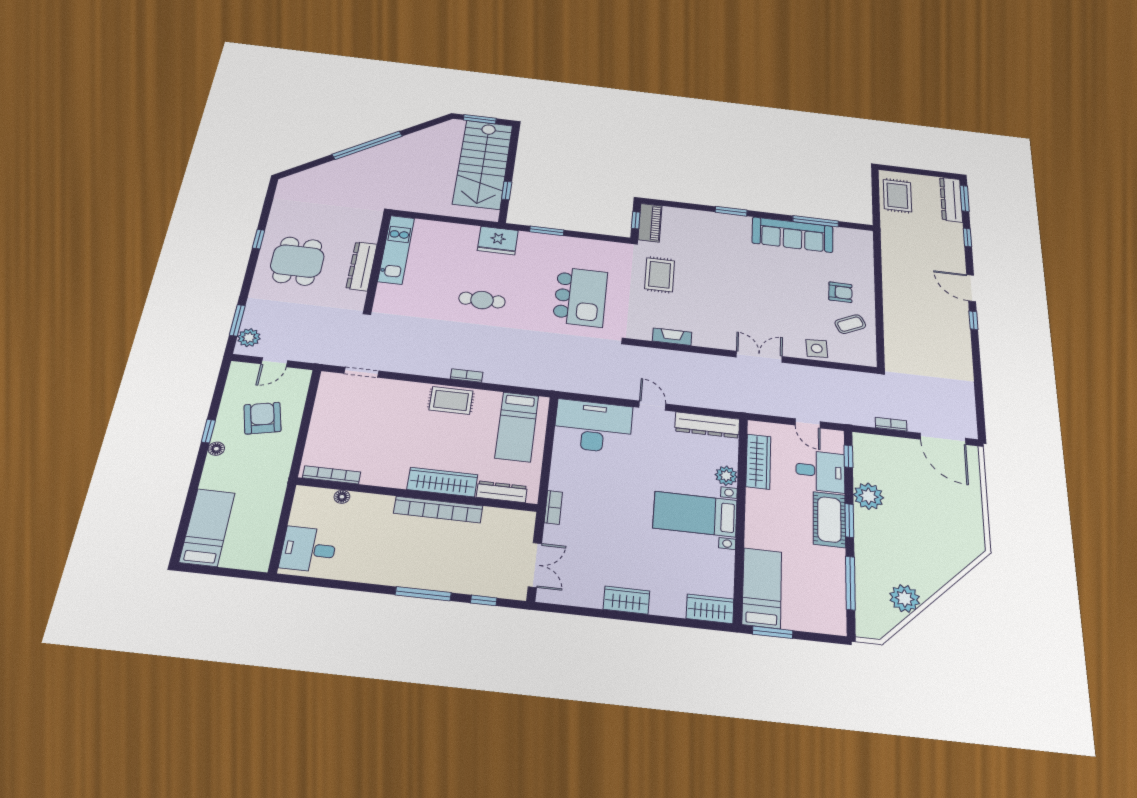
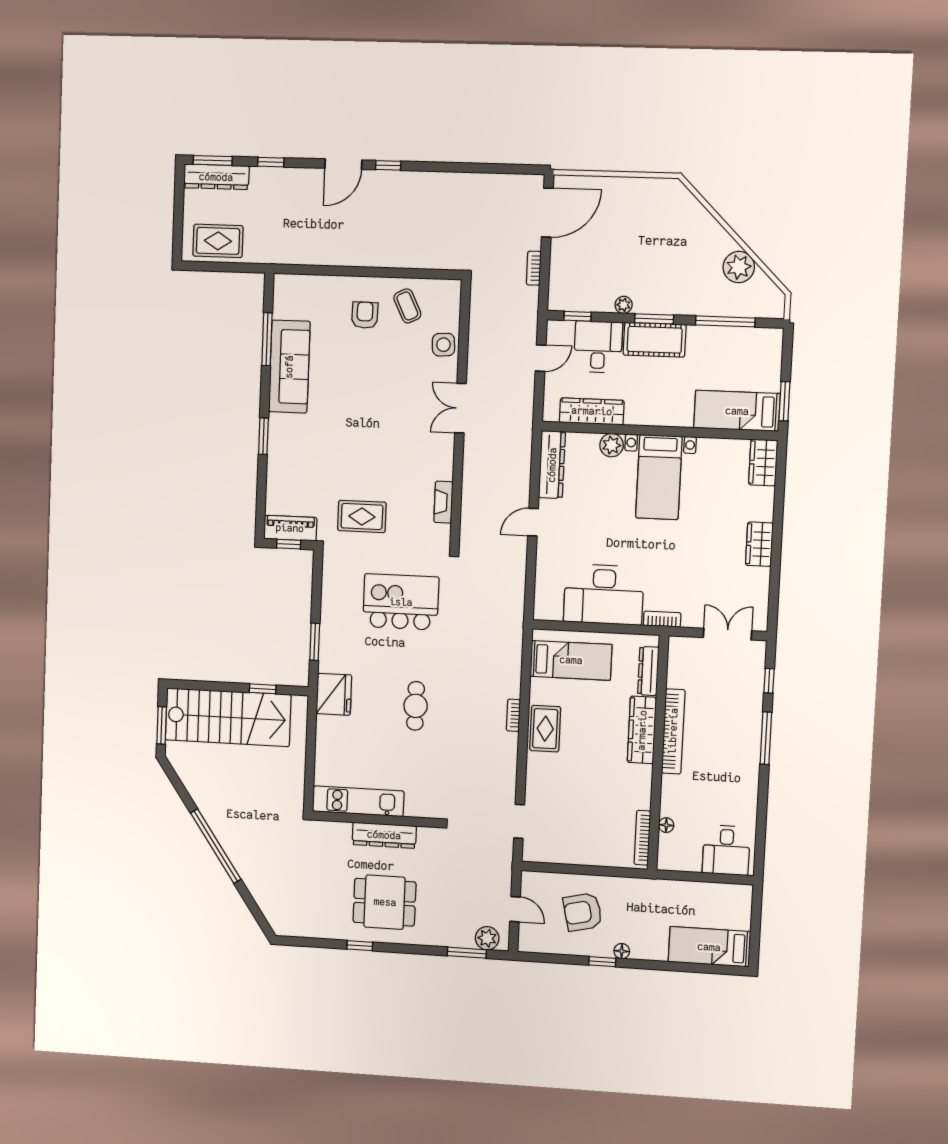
desk: (593, 426) -> (604, 594), moved, turned -90
plant: (869, 496) -> (624, 305), width x0.53, depth x0.53

